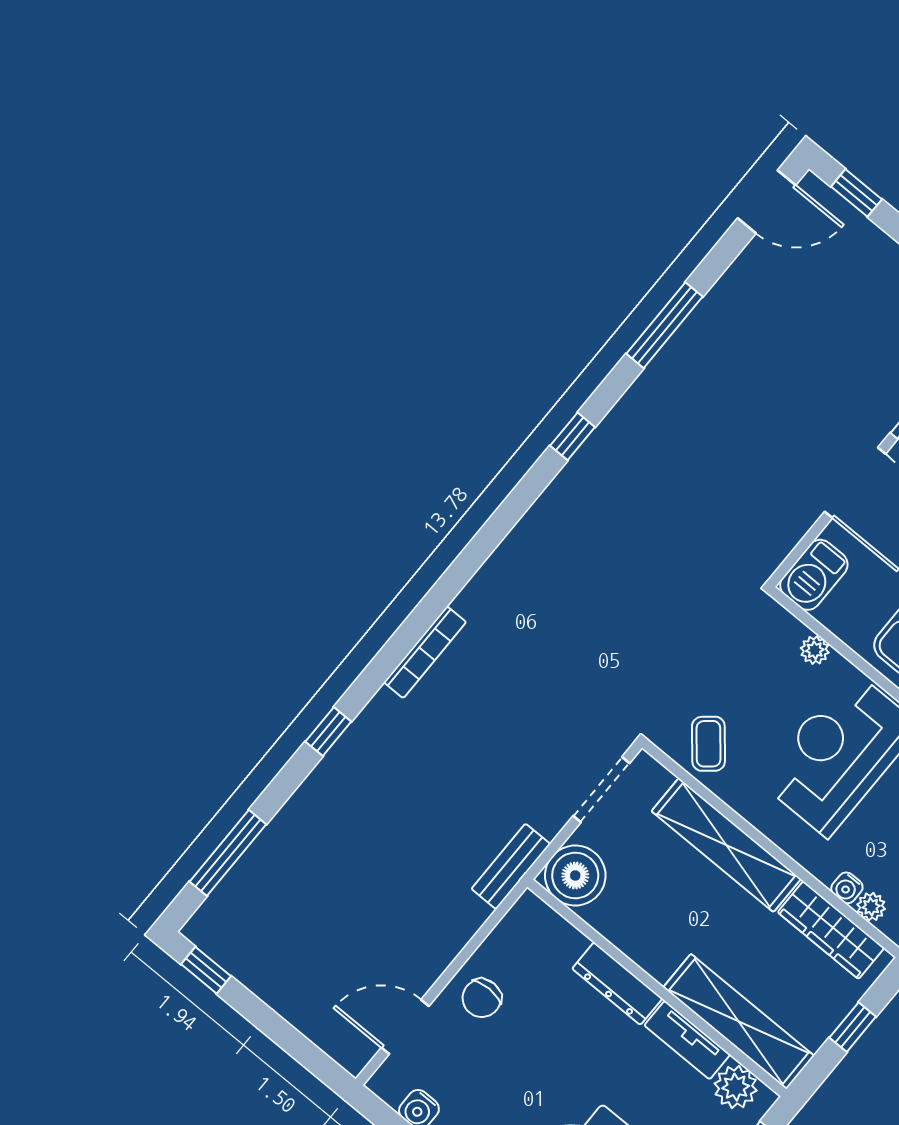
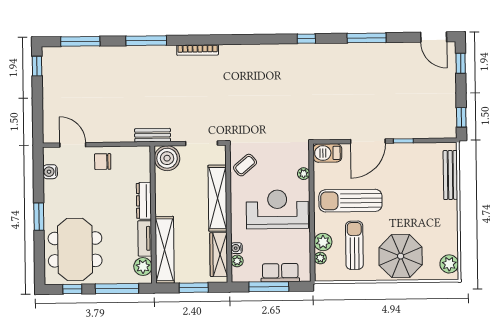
window: (328, 732) -> (146, 41), width x2.17
window: (853, 1027) -> (194, 288), width x1.50

